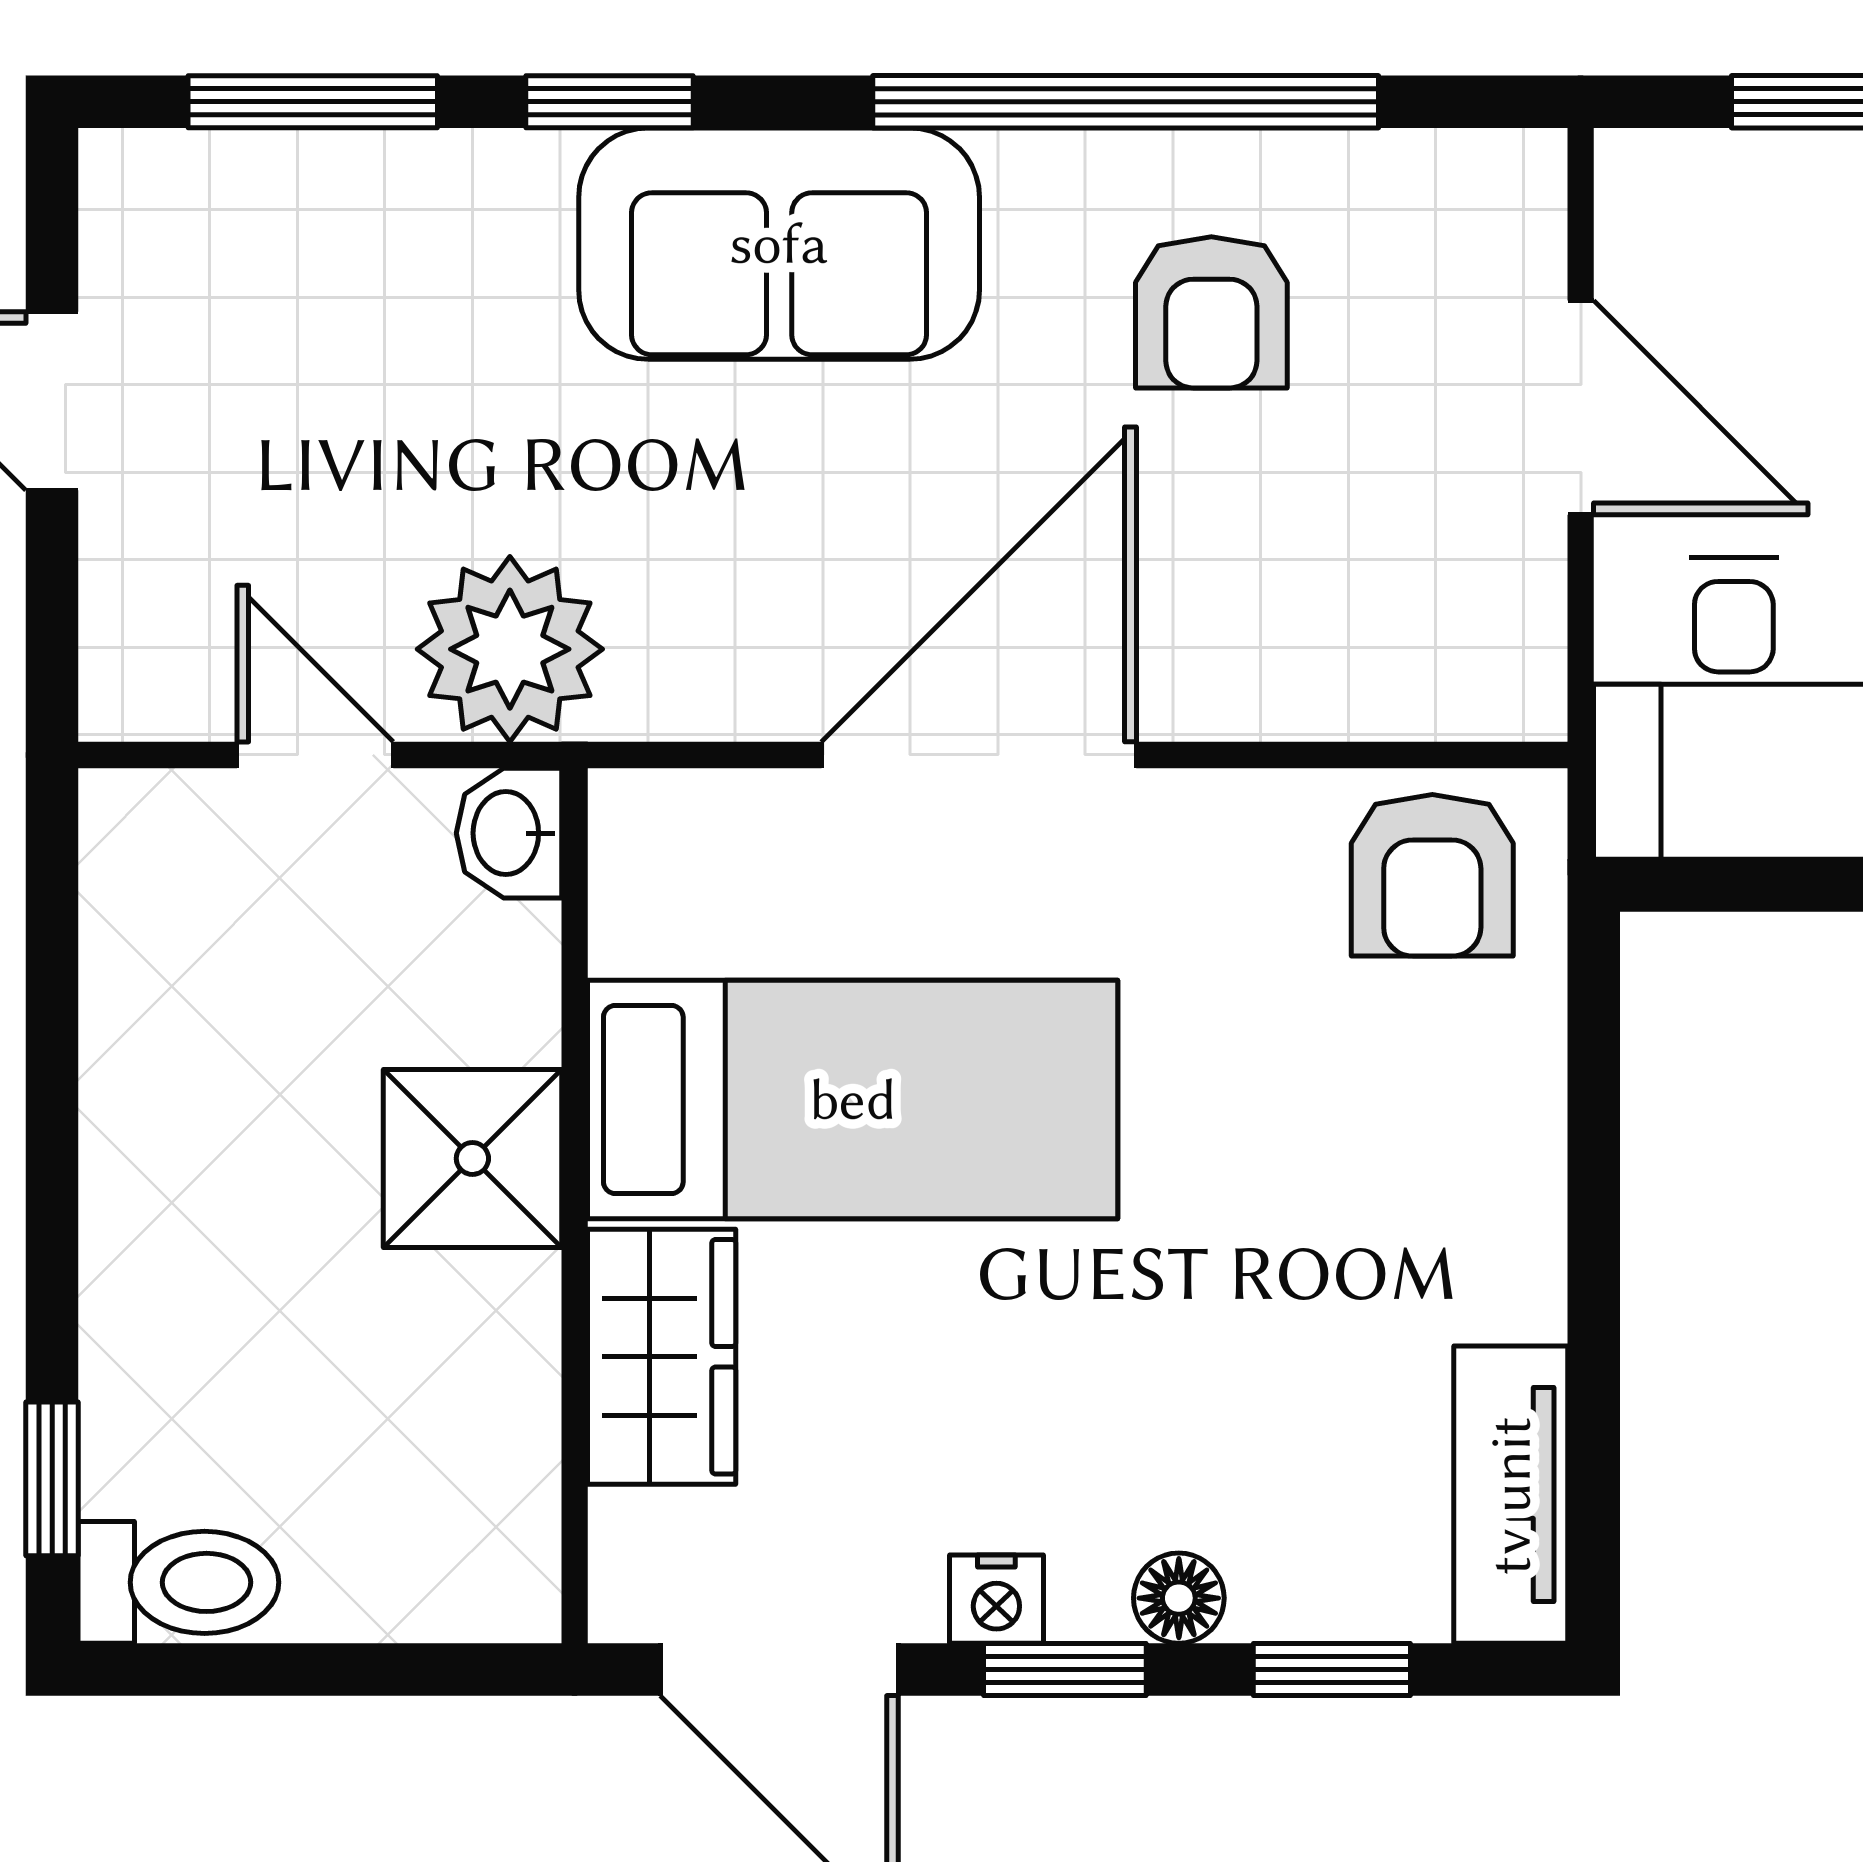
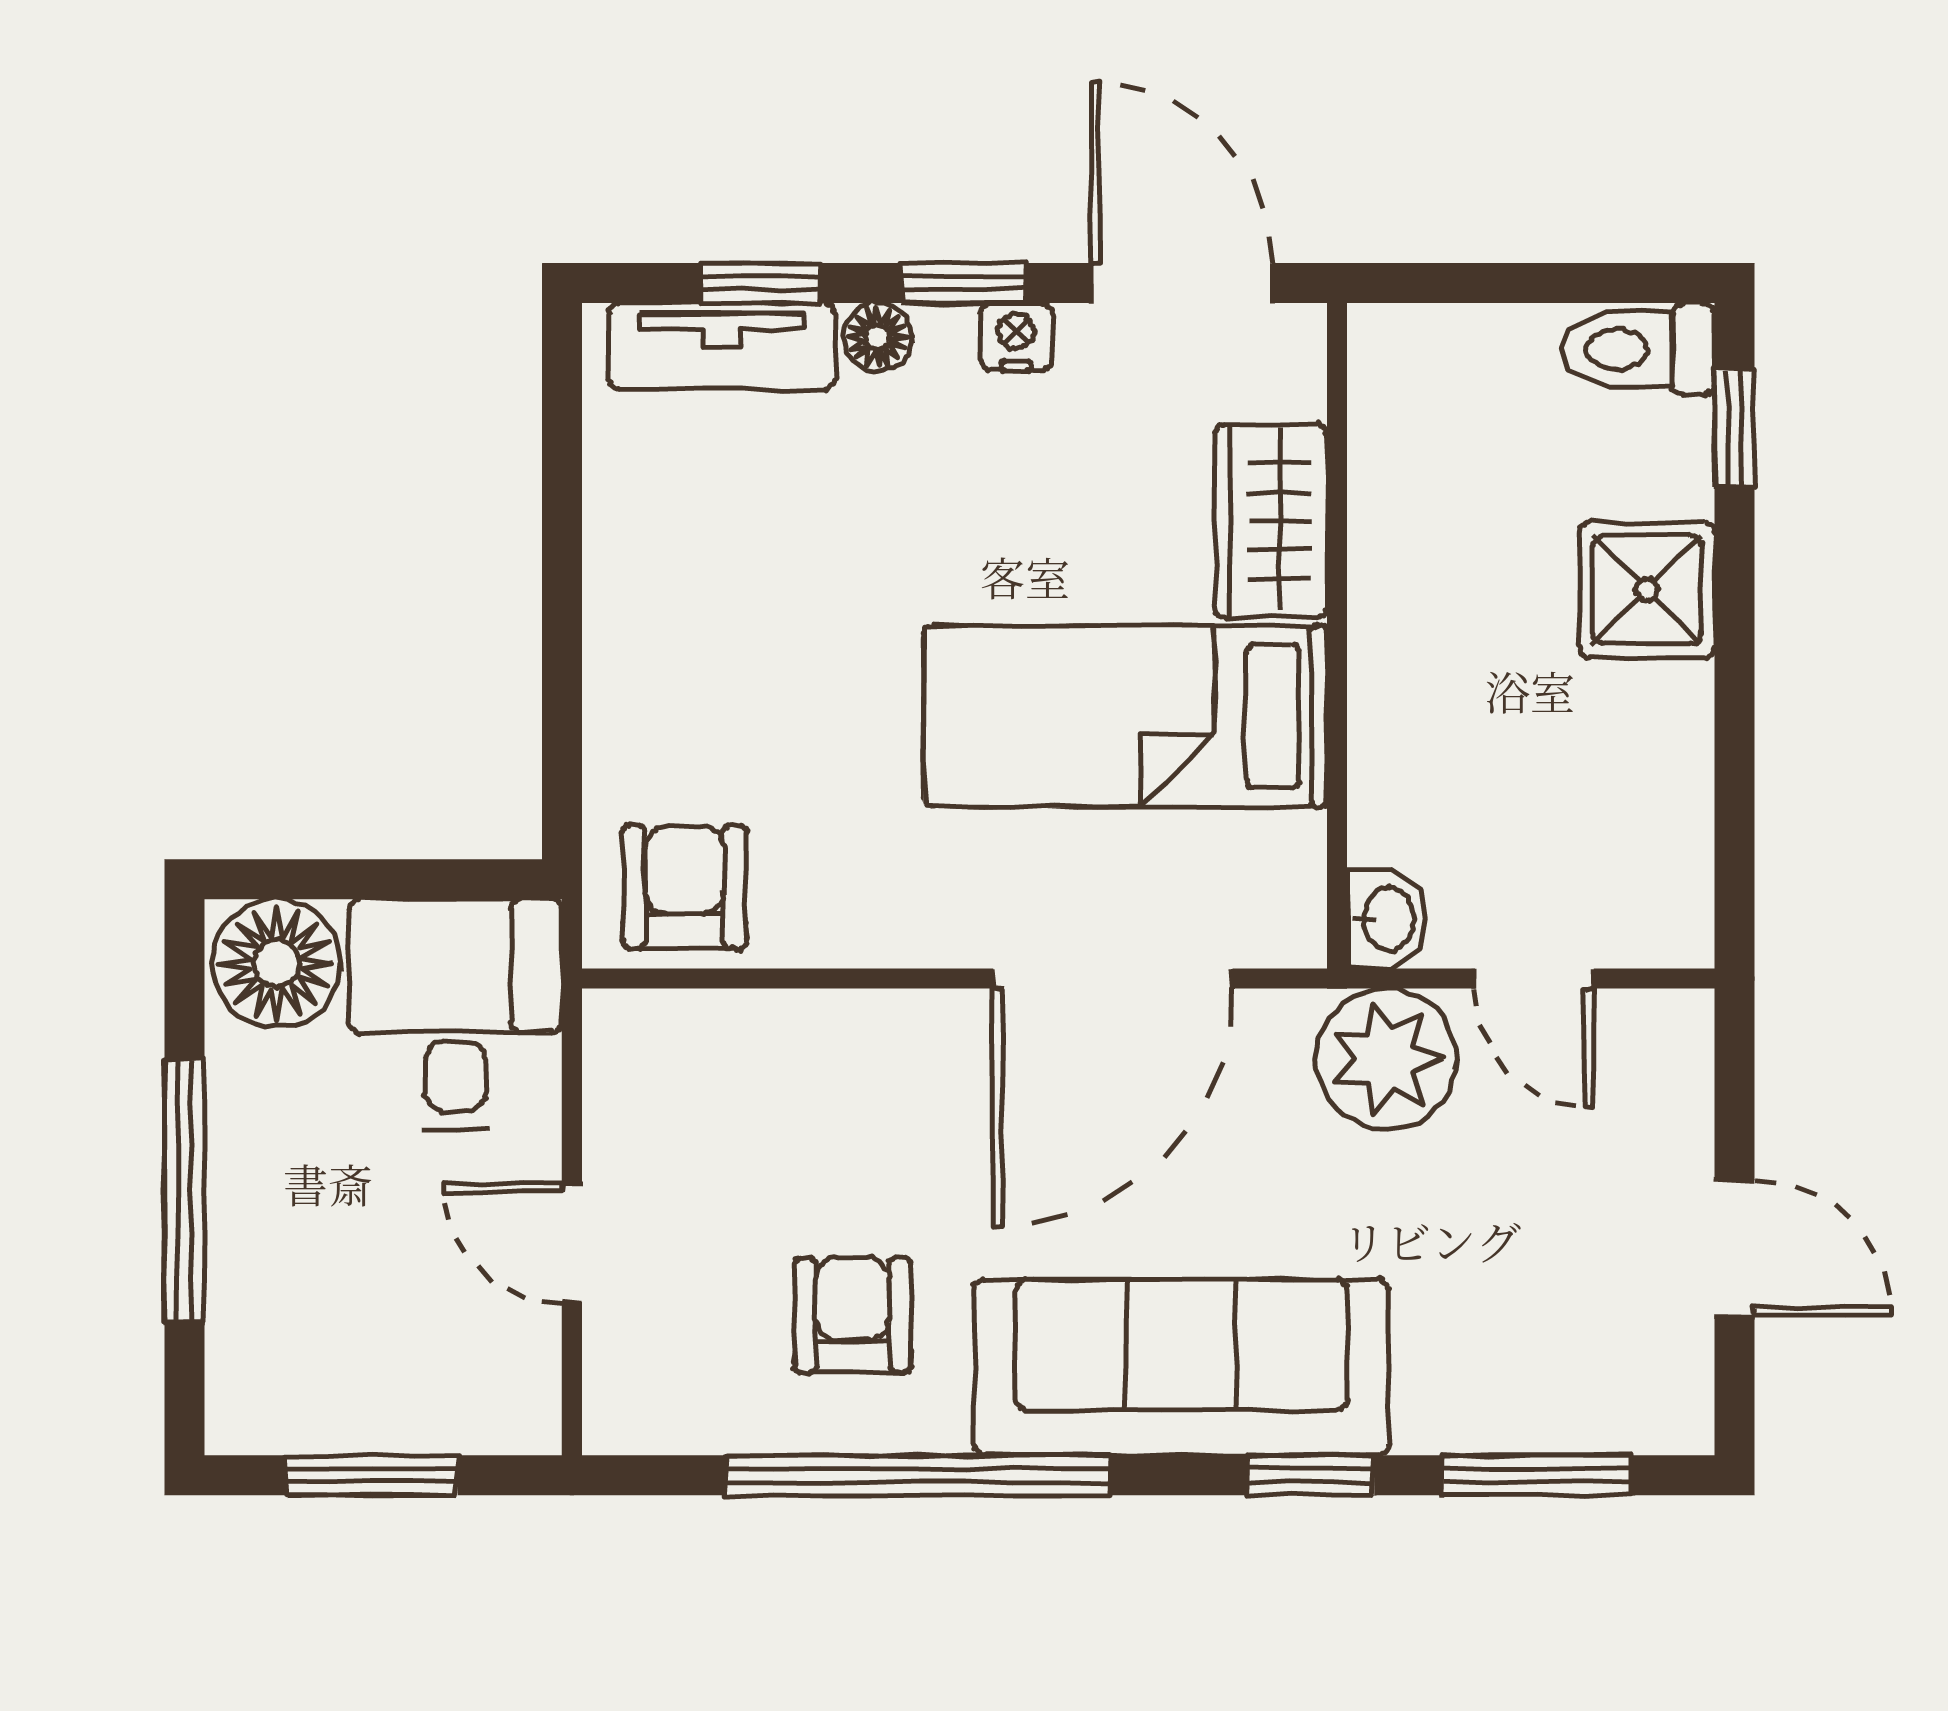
sofa: (779, 244) -> (1182, 1367), width x1.36
door: (1581, 408) -> (572, 1243), width x0.73
door: (979, 755) -> (1113, 979), moved
shower: (472, 1158) -> (1647, 590), moved
tv unit: (1511, 1495) -> (722, 346), moved, turned 90

